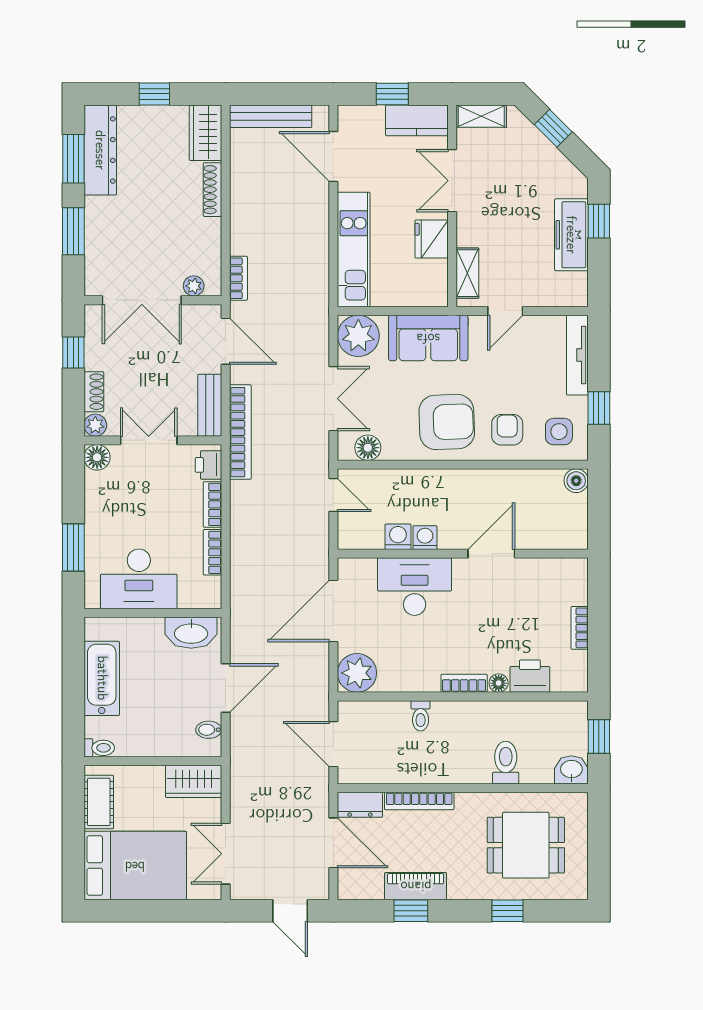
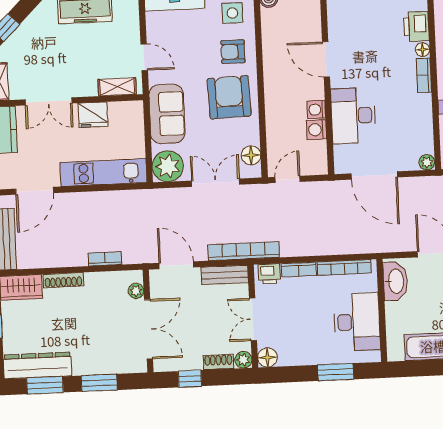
bookcase: (238, 278) -> (105, 259), moved
door: (226, 341) -> (176, 265), hinge flipped
bookcase: (212, 552) -> (344, 267), width x1.56
plant: (357, 673) -> (427, 162), width x0.53, depth x0.53

